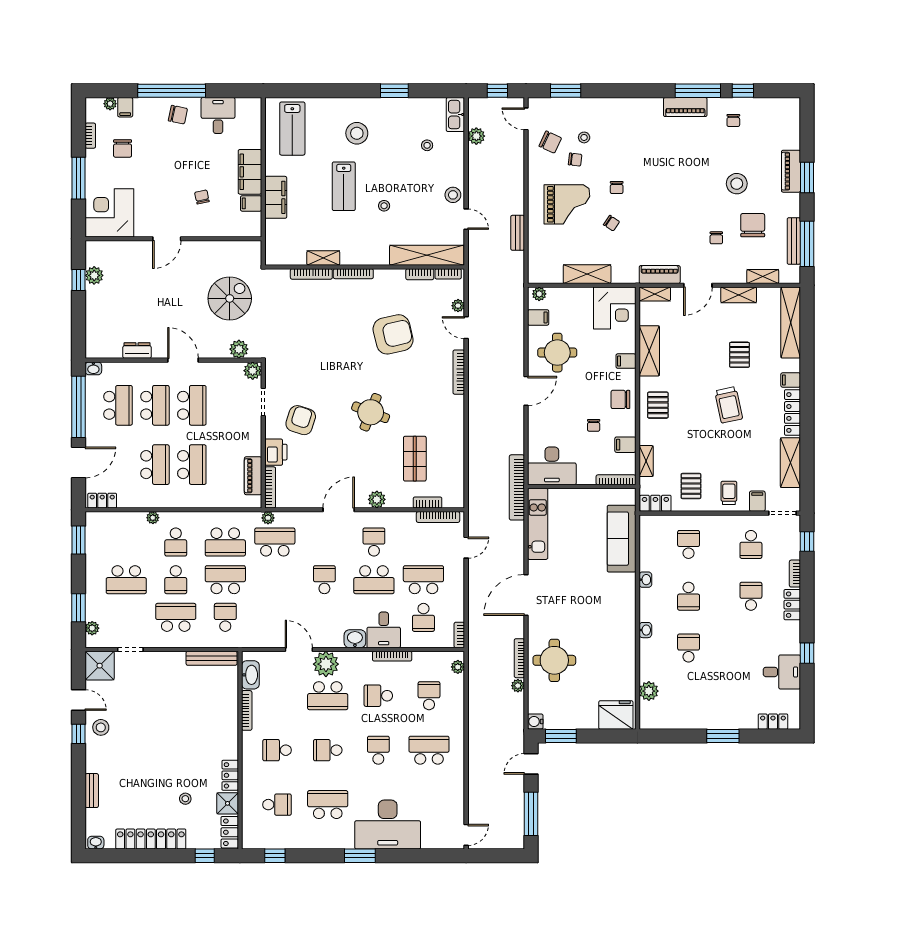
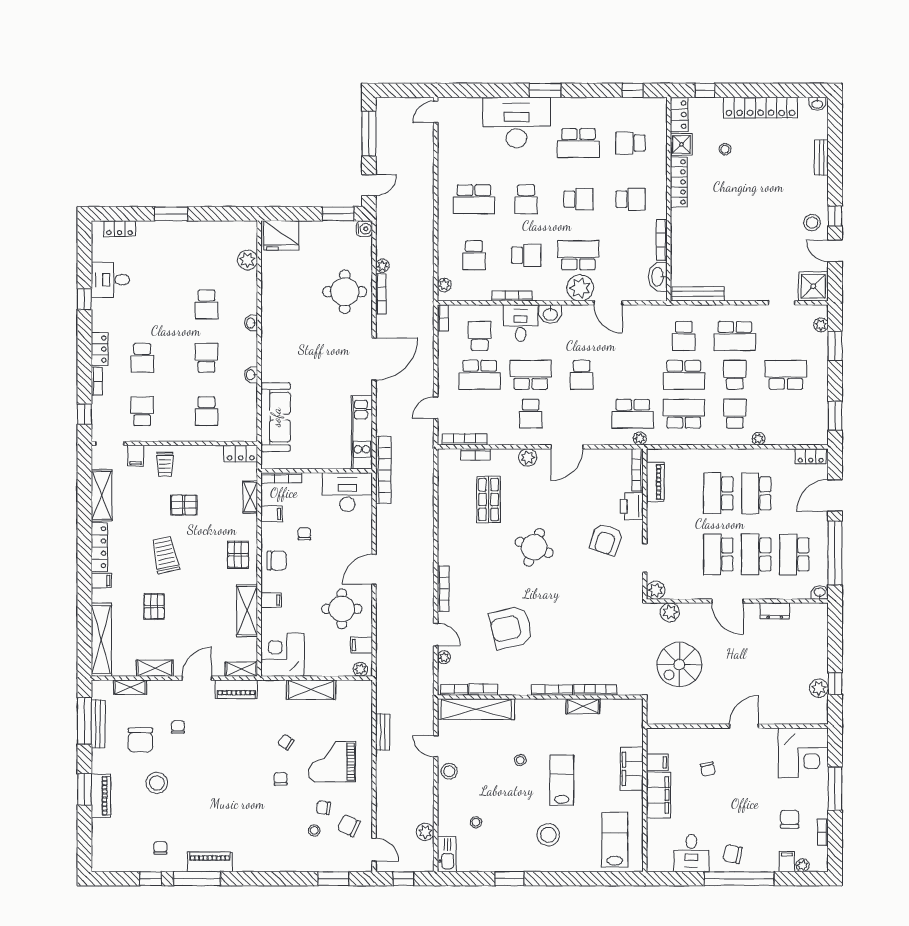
pallet: (691, 486) -> (184, 505), moved, turned 90
locker: (230, 775) -> (679, 182), width x1.53

